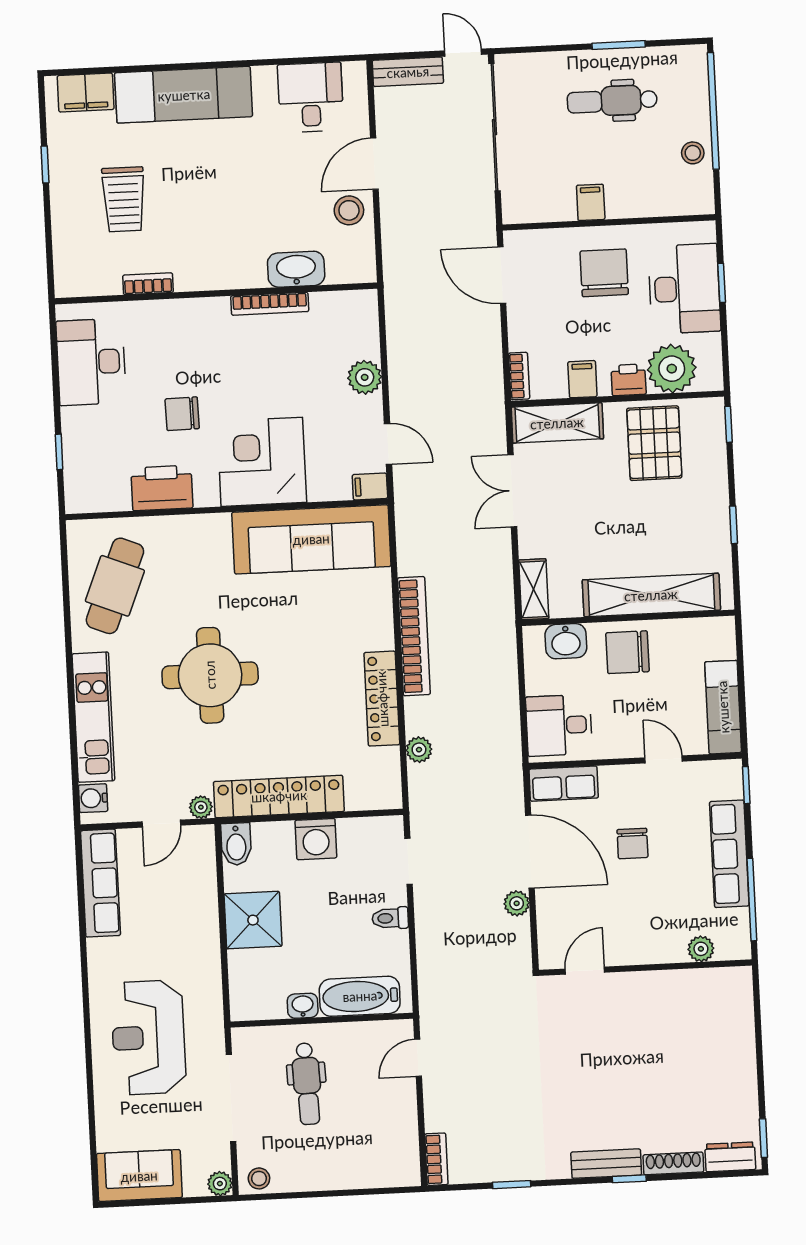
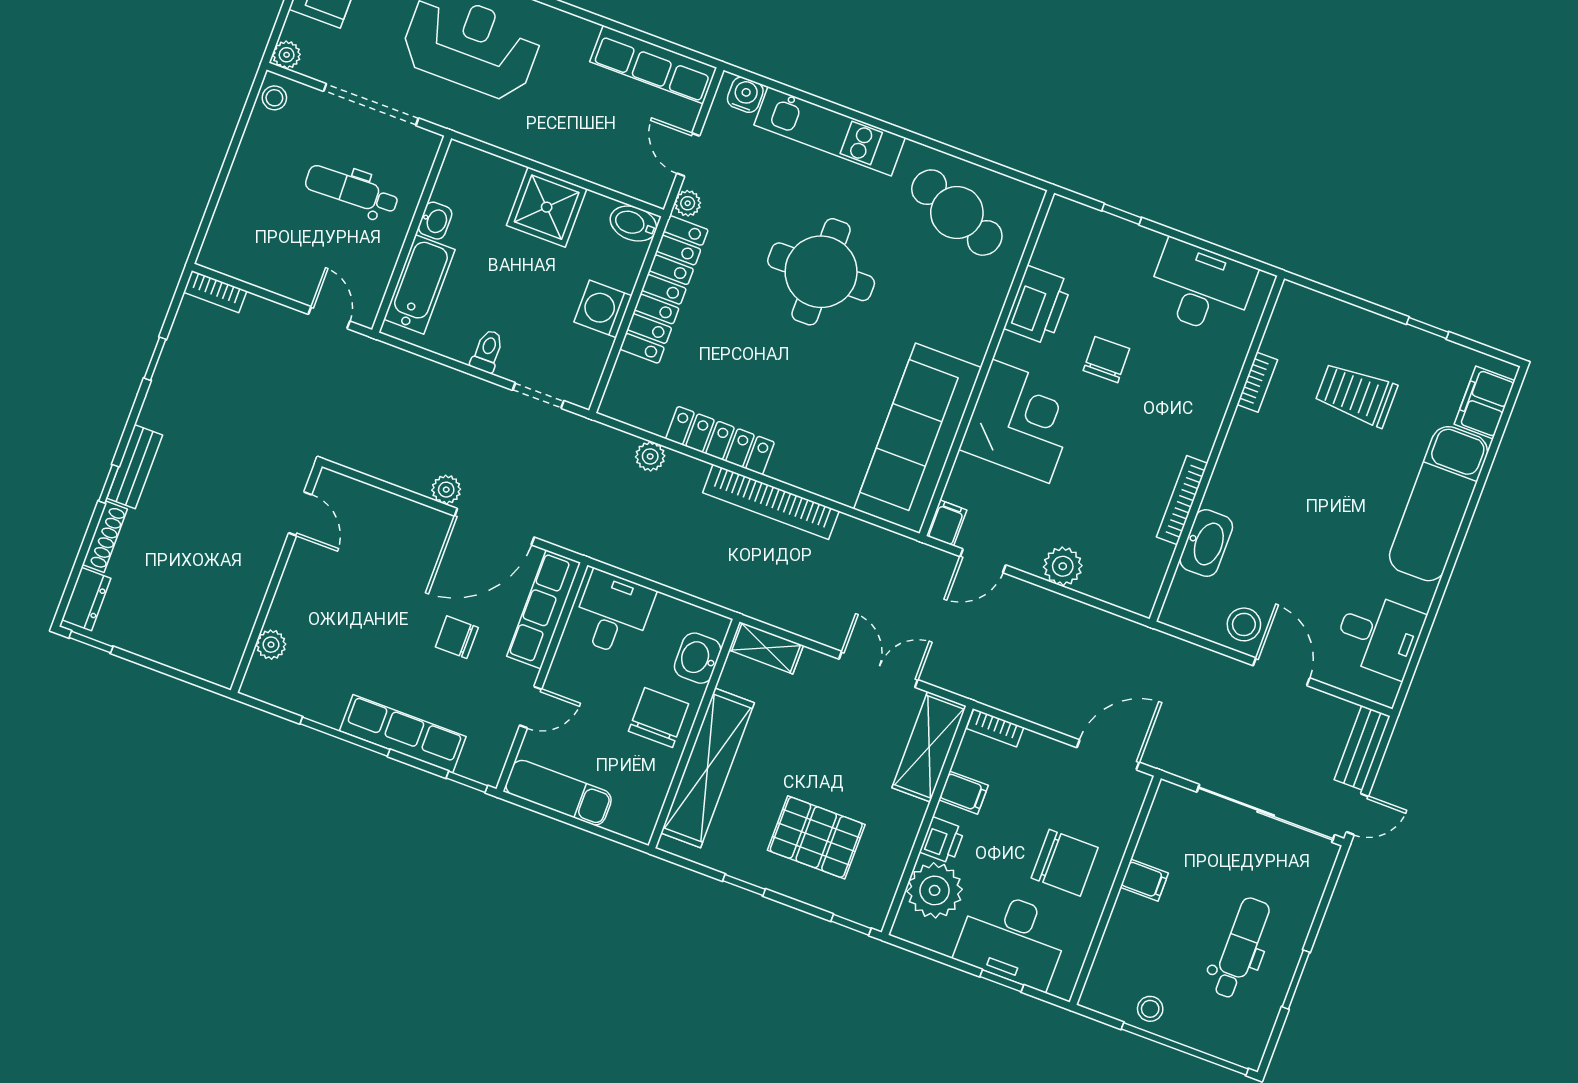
pallet: (654, 443) -> (816, 837), moved
row of seats: (564, 784) -> (544, 609), width x1.48
plant: (701, 949) -> (271, 645), moved
wall: (645, 968) -> (276, 578), moved
door: (585, 971) -> (300, 514), moved

